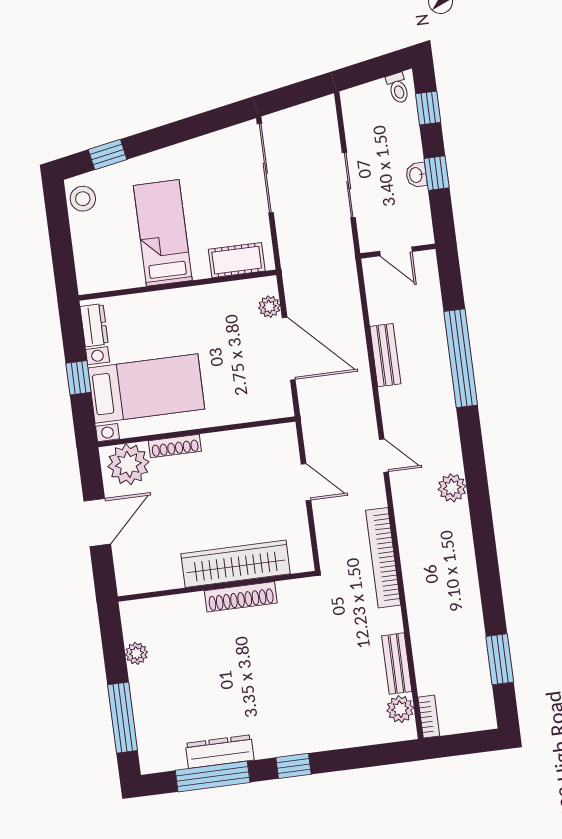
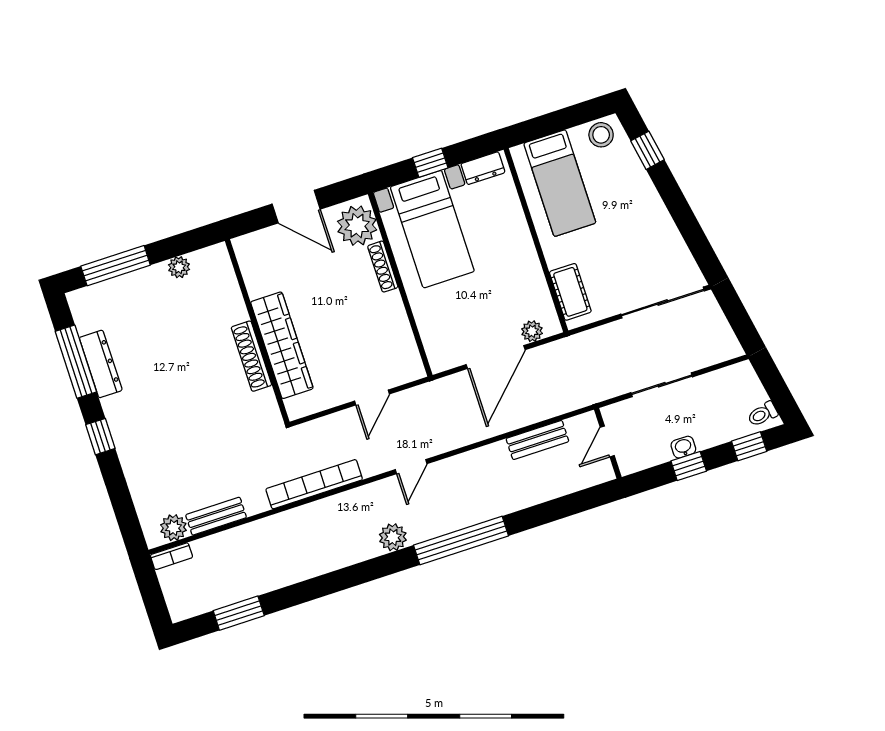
bed: (163, 233) -> (560, 183), moved, turned 90
bench: (385, 355) -> (537, 440), moved
window: (461, 358) -> (461, 540), moved

